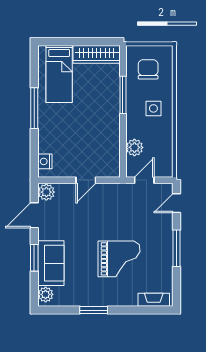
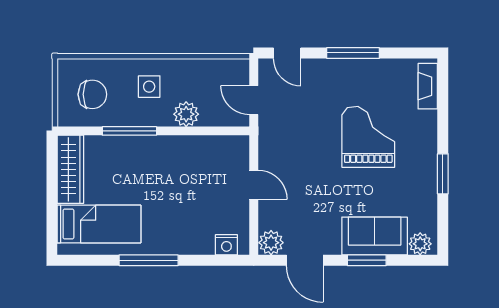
chair: (148, 69) -> (92, 94), turned 180
plant: (134, 147) -> (186, 114), moved

